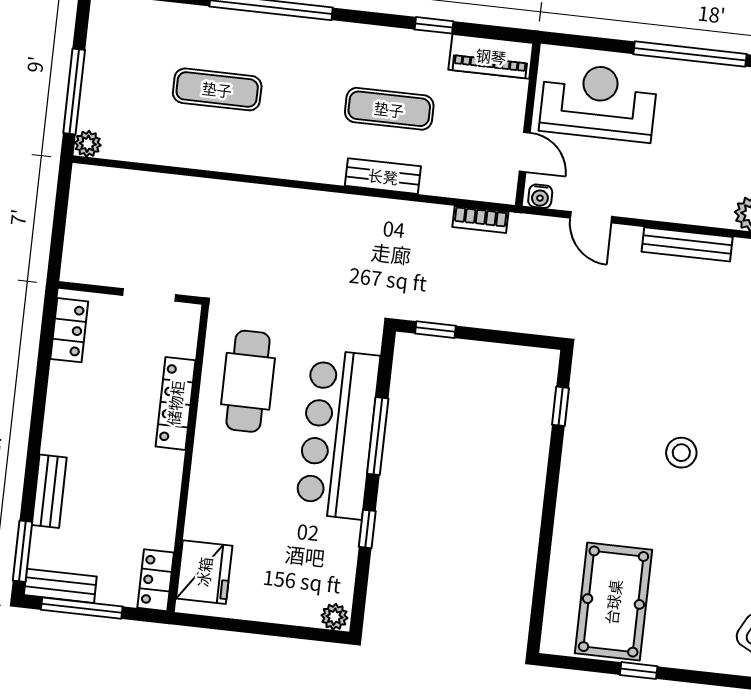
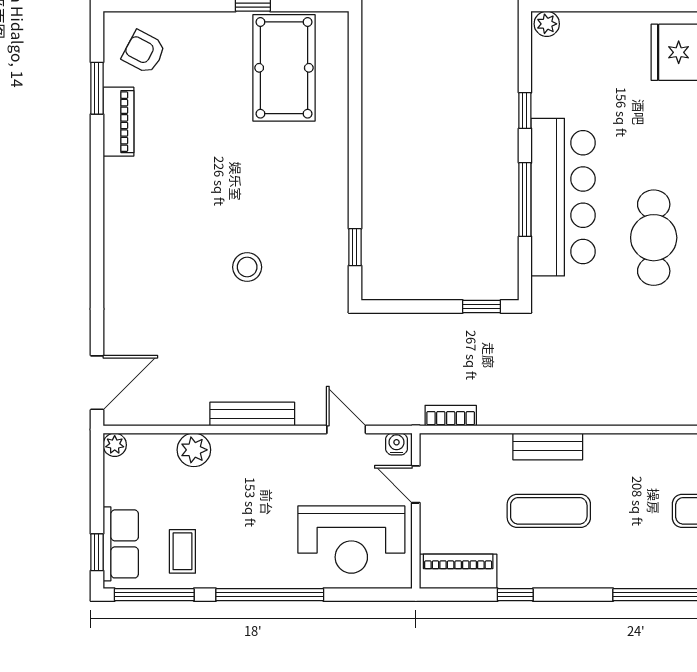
stool: (681, 453) -> (247, 267), moved

